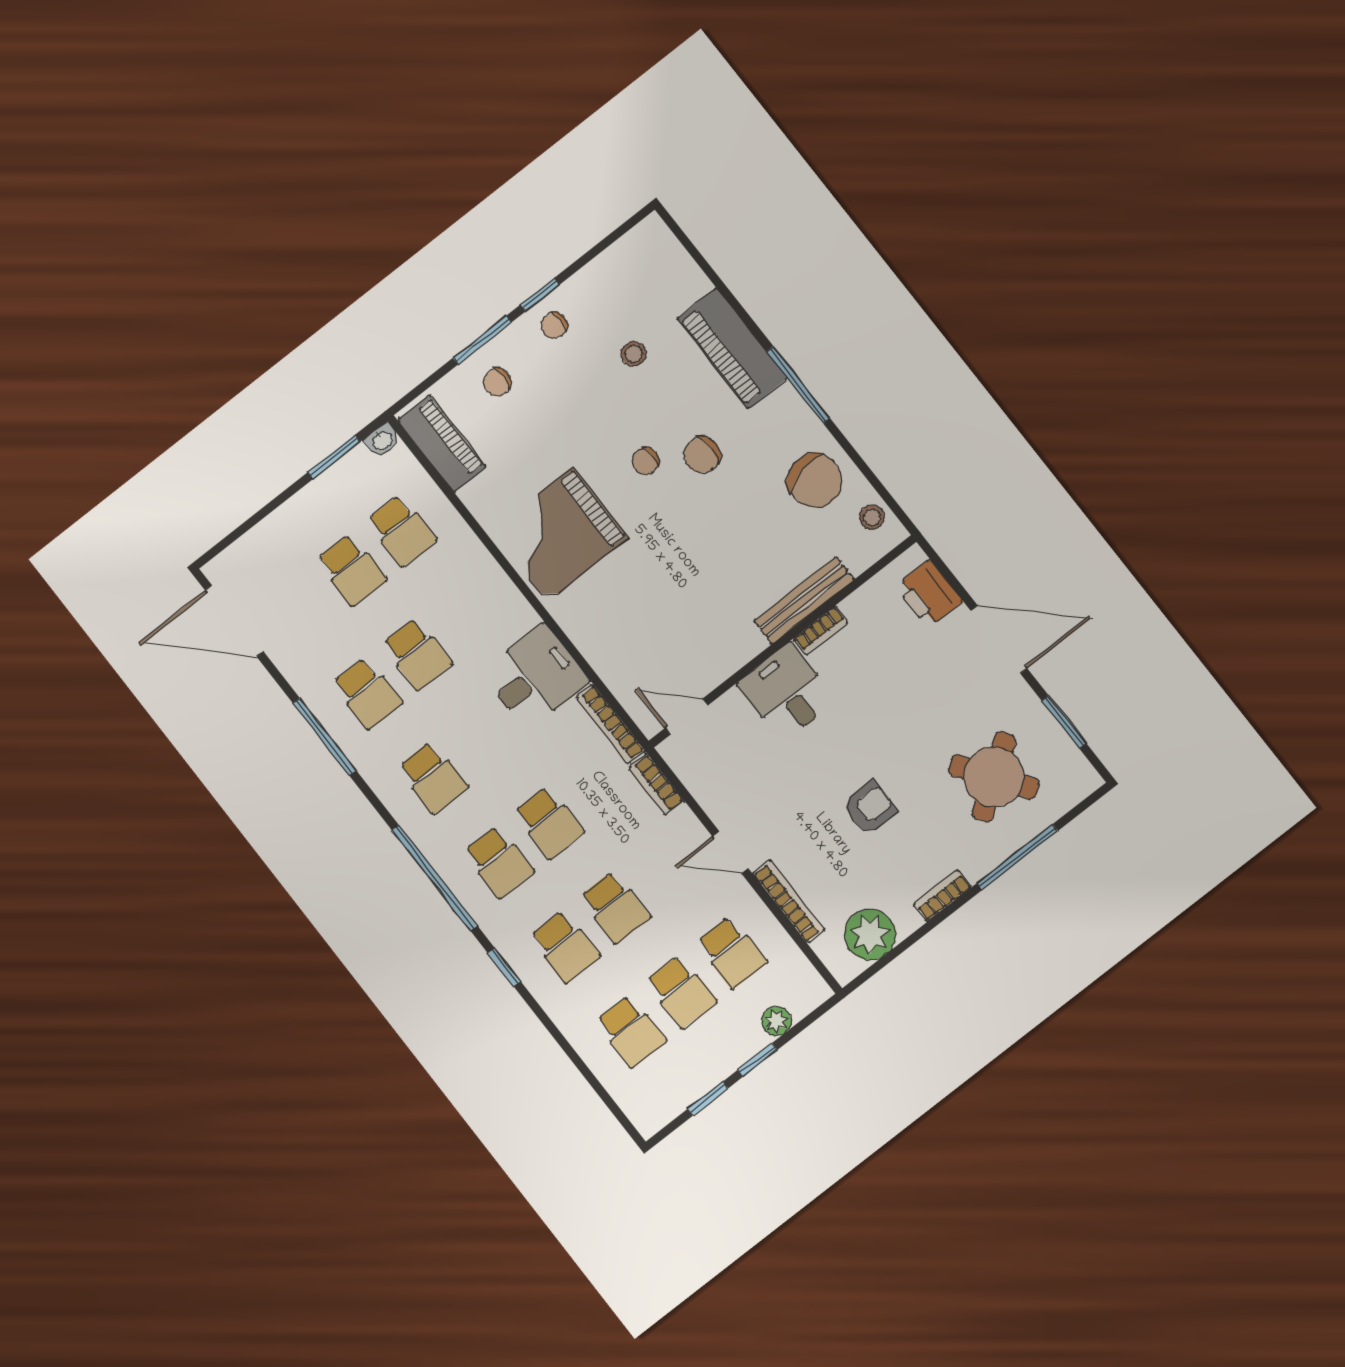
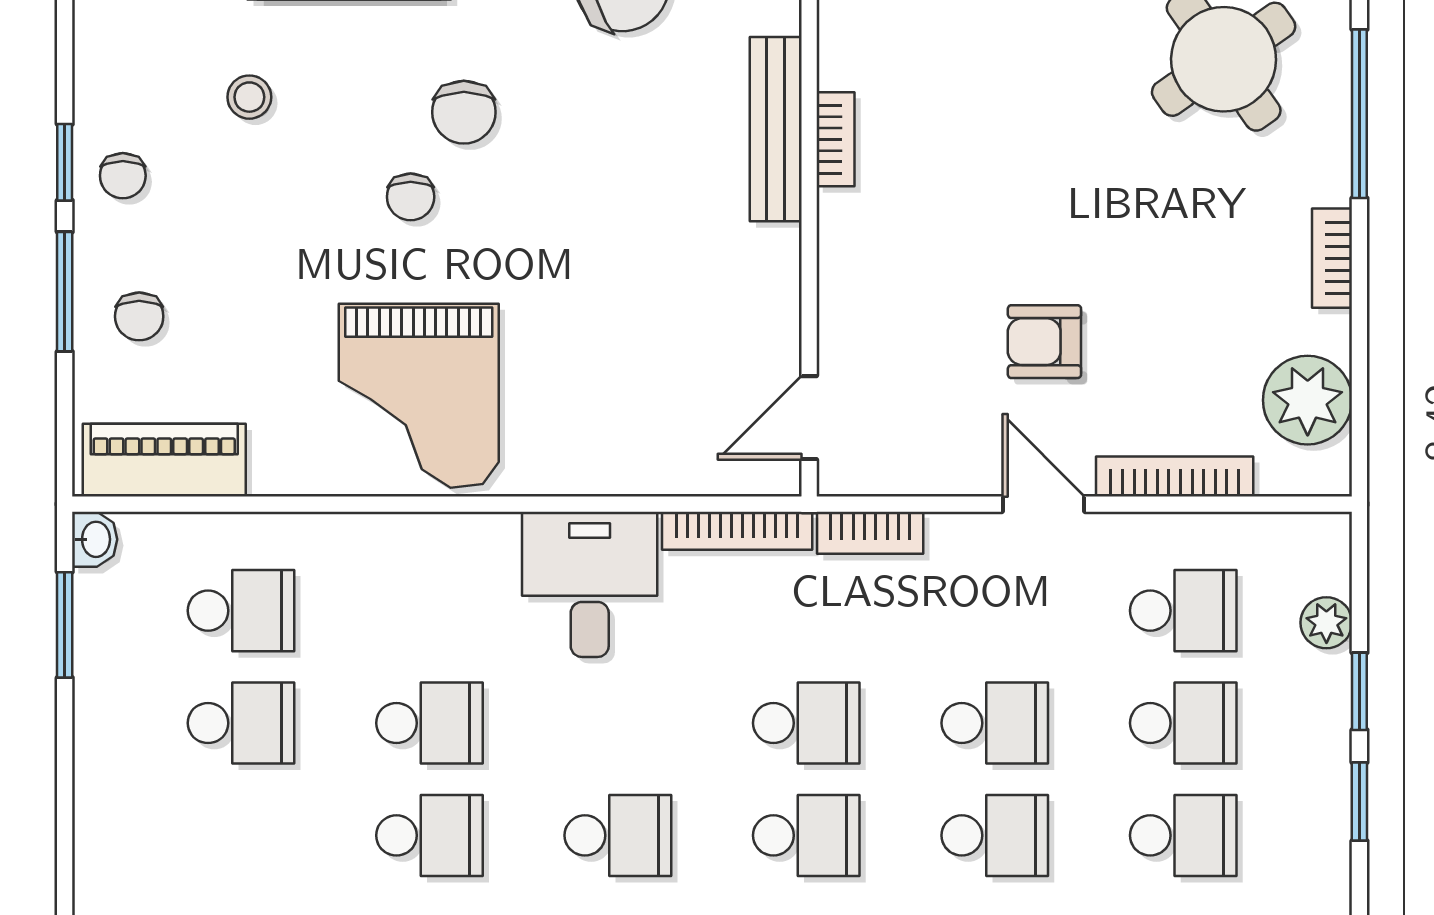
desk: (786, 692) -> (883, 253), removed
armchair: (869, 808) -> (1044, 342), moved, turned -90
door: (730, 852) -> (1044, 504), swing flipped

